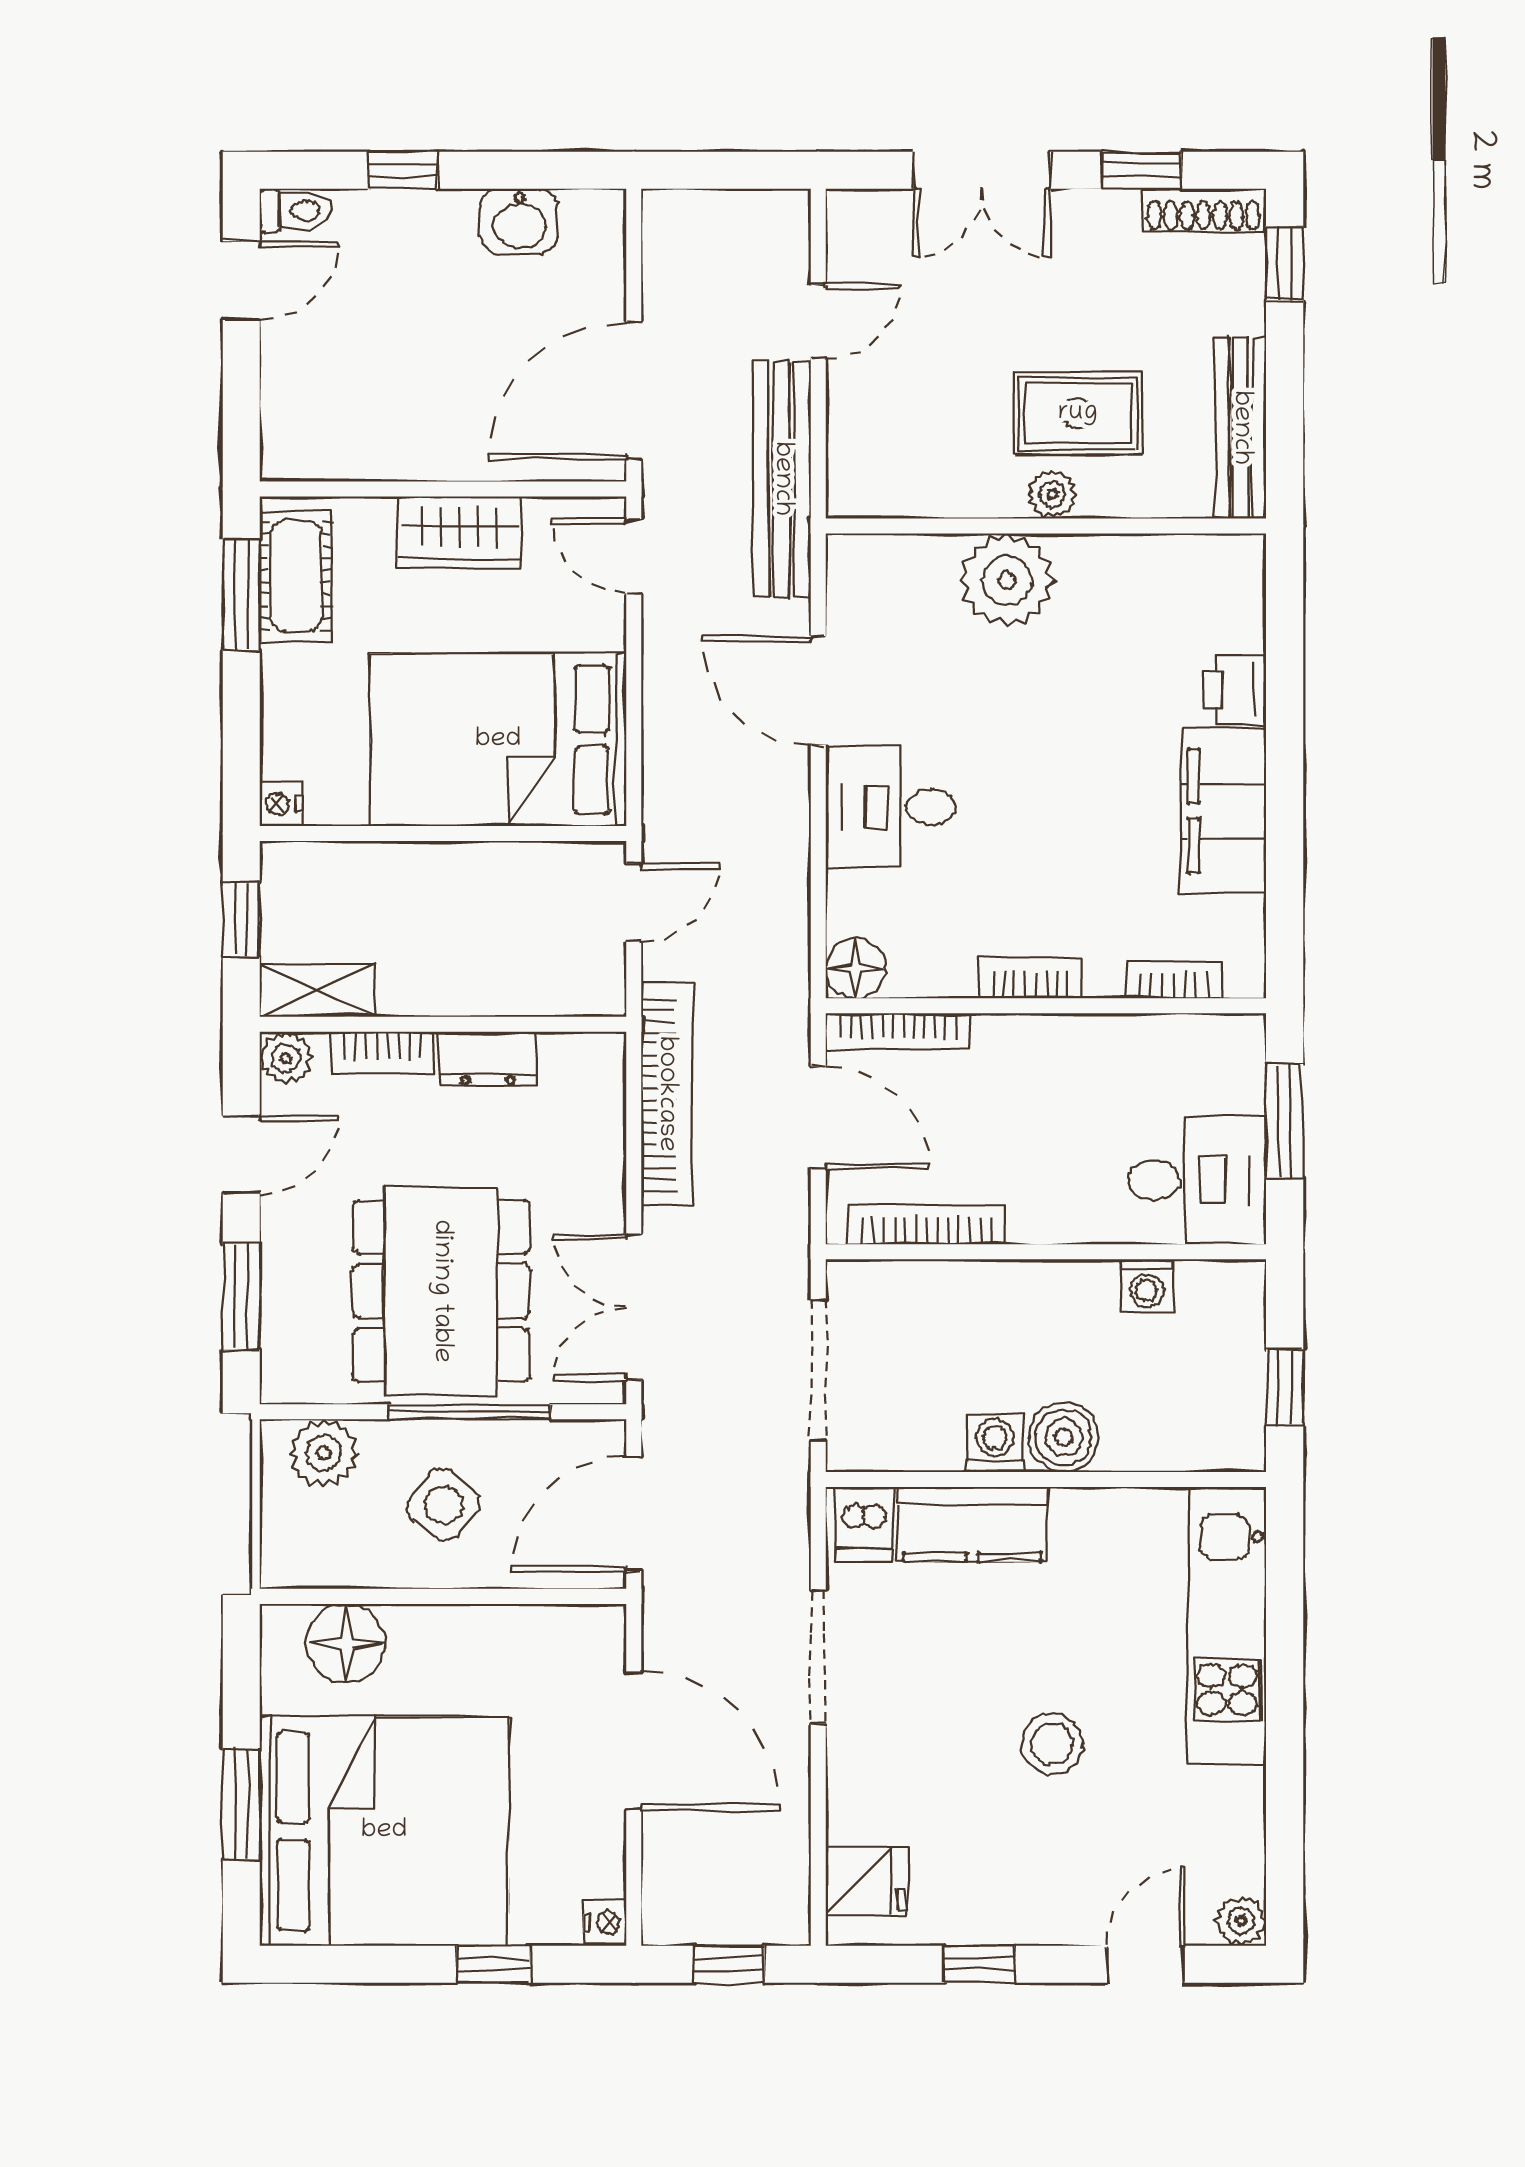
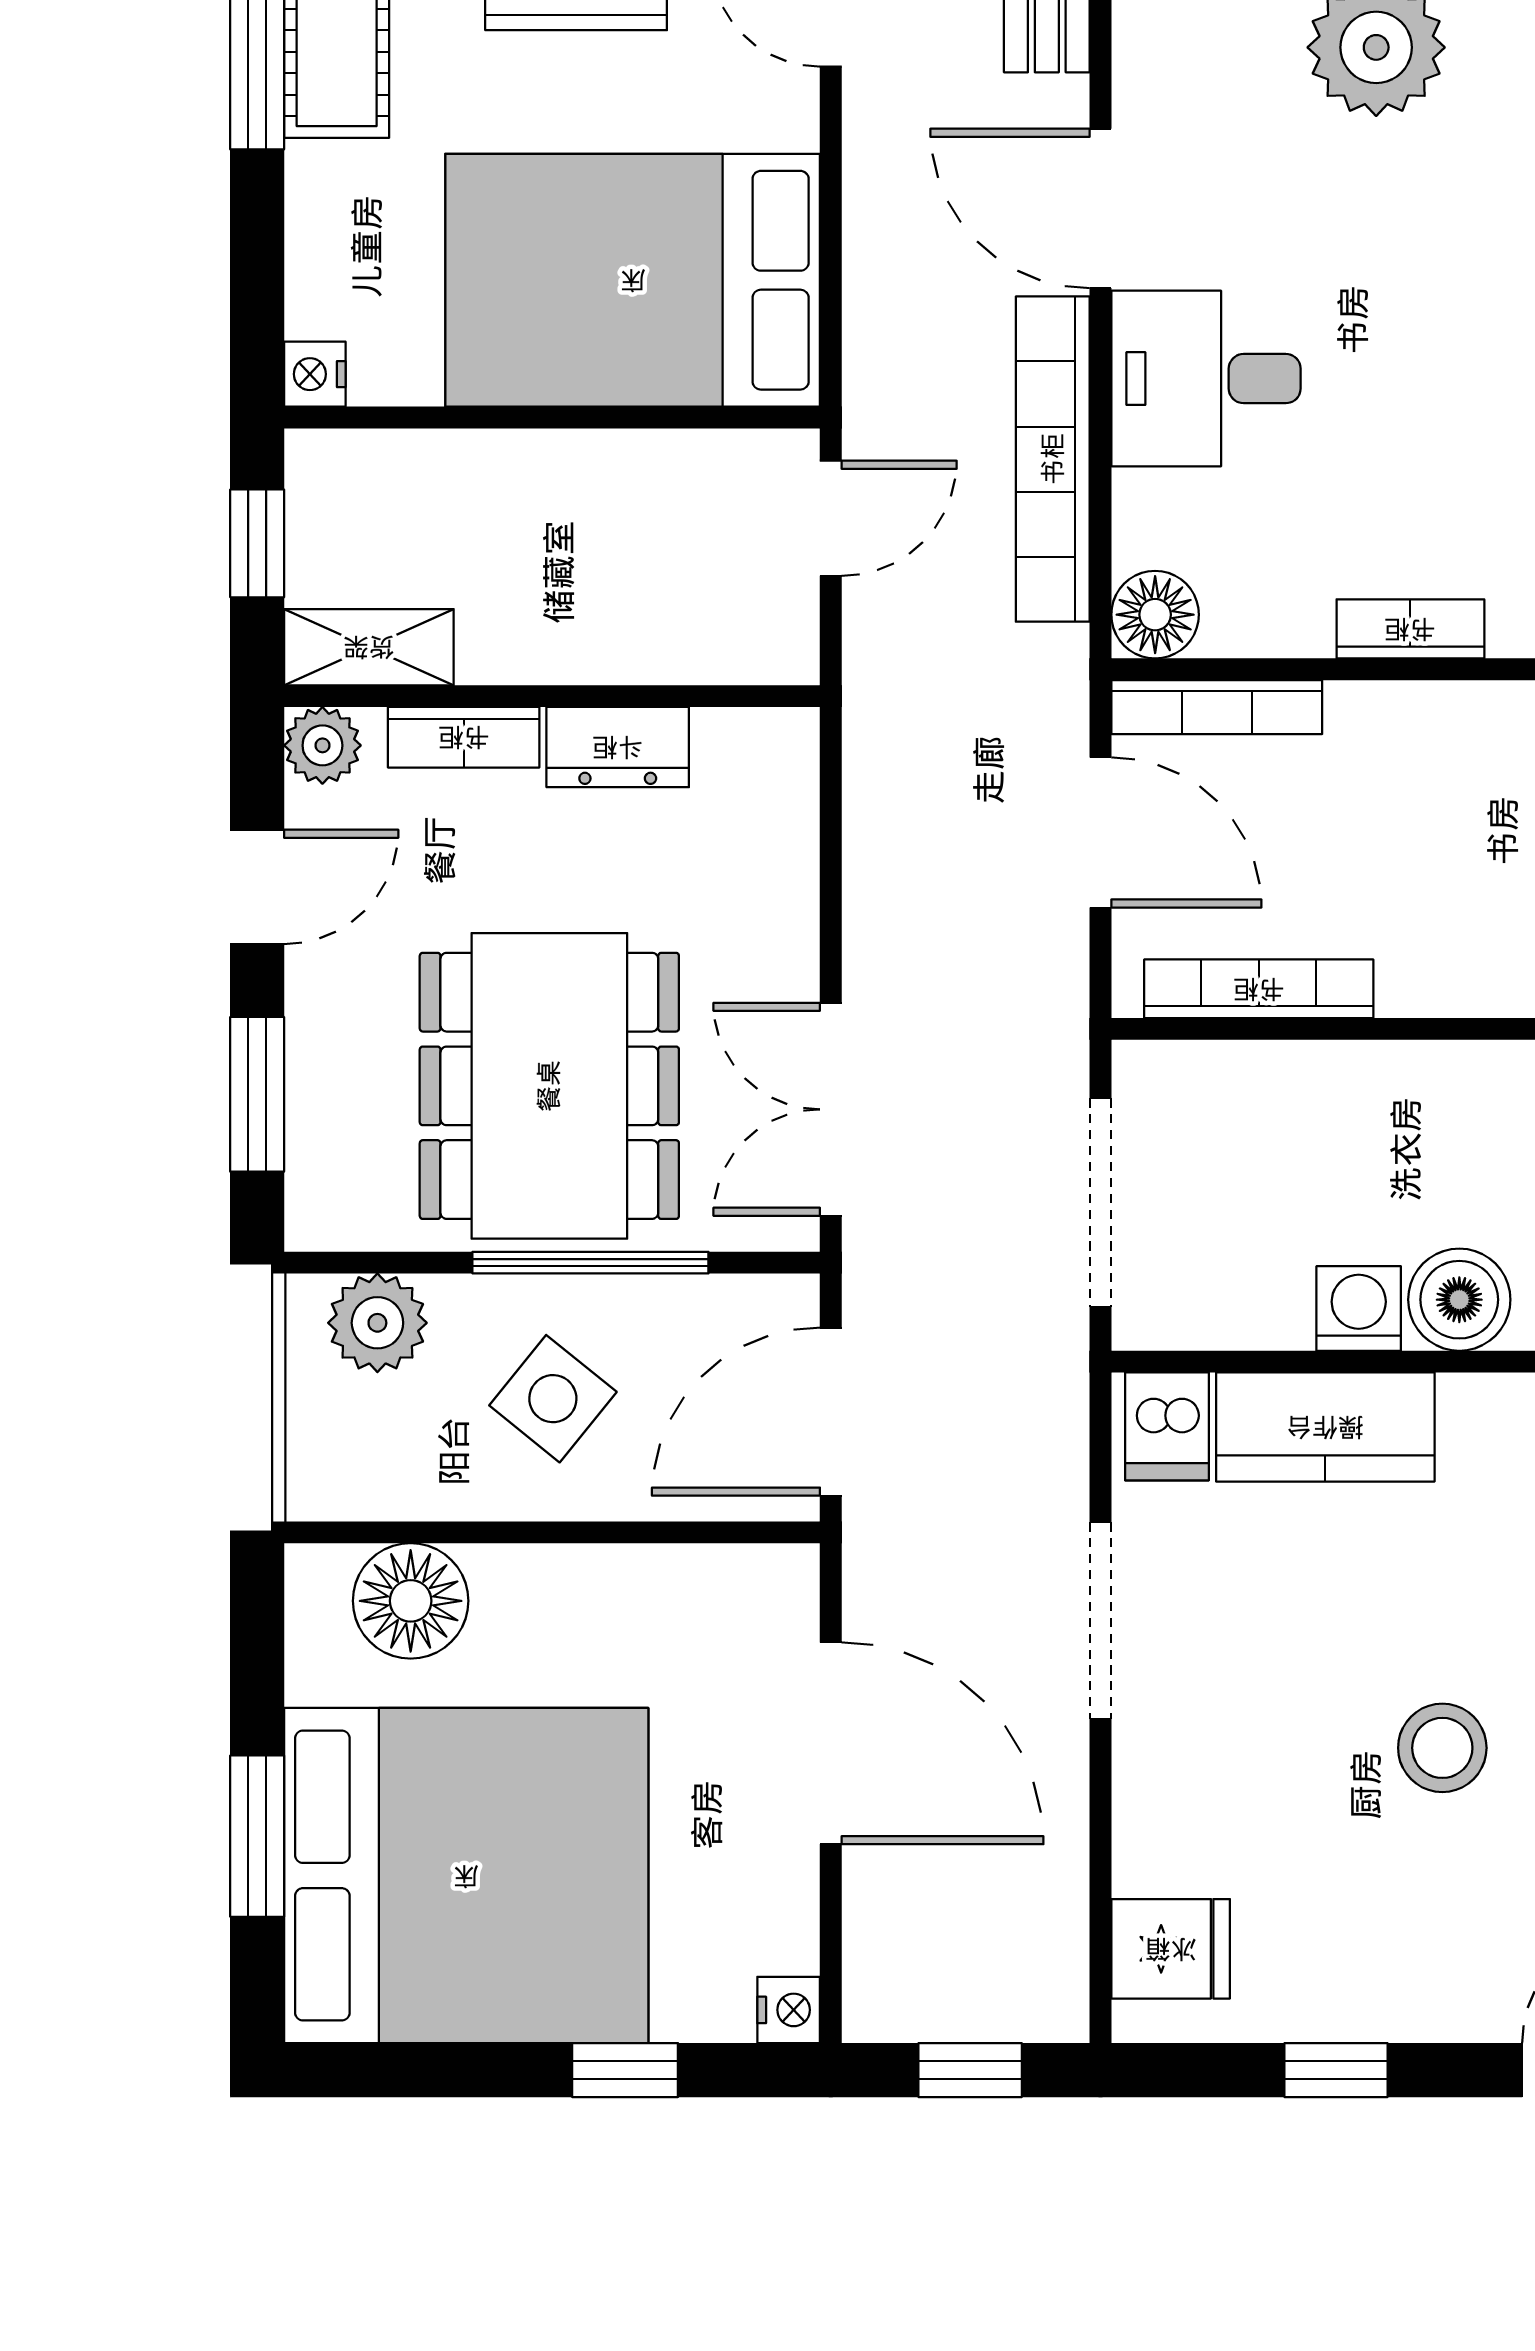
bookcase: (666, 1094) -> (1053, 459), moved, turned 180

